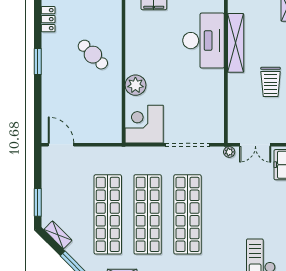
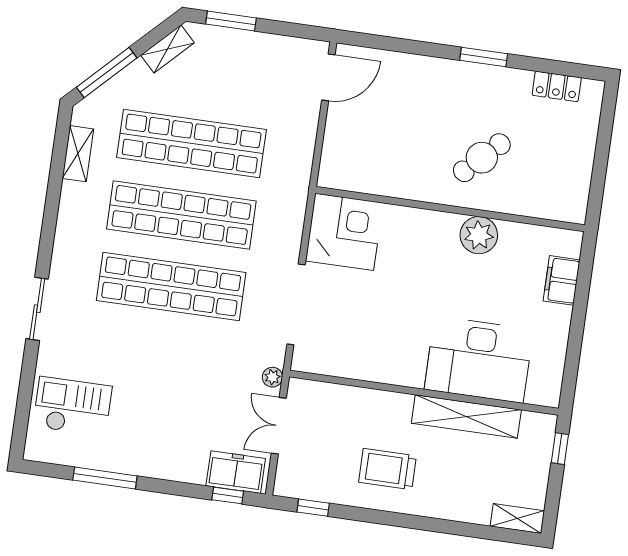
plant: (135, 85) -> (479, 235), moved

